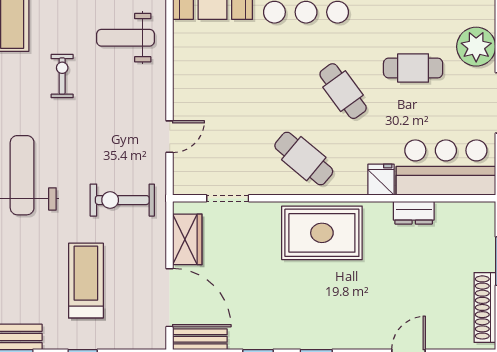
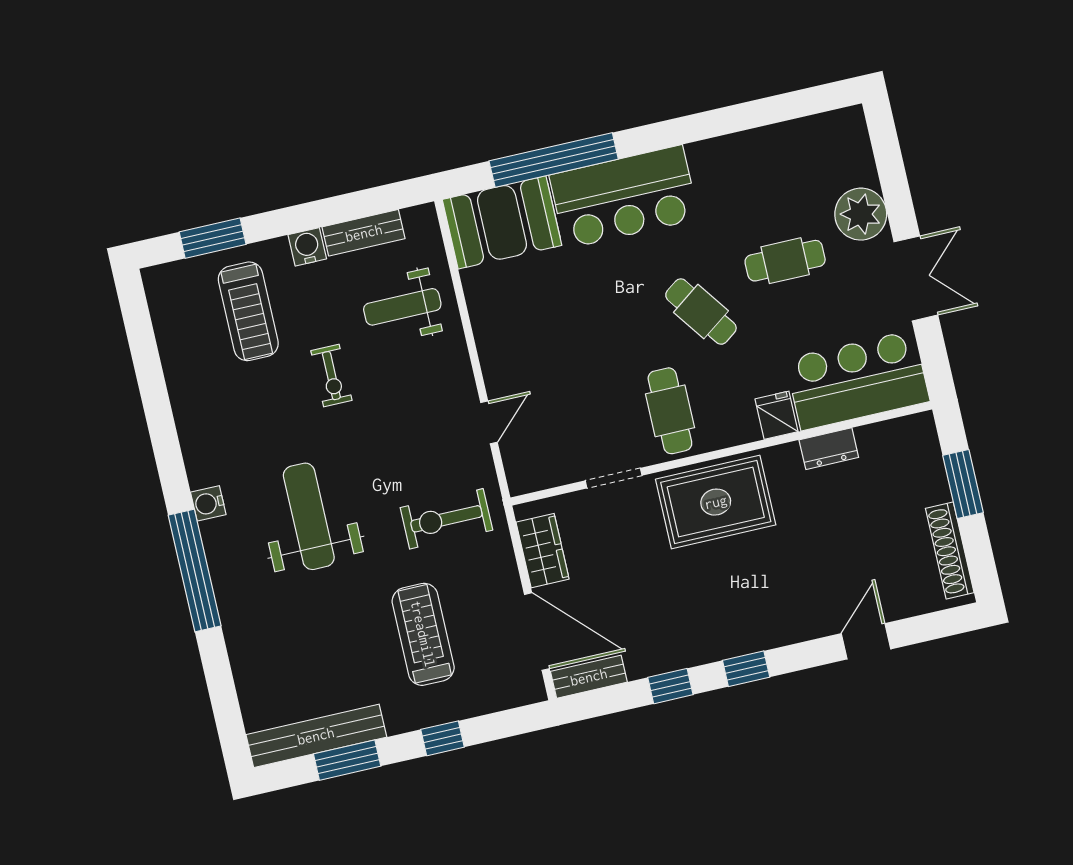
exercise bike: (62, 76) -> (331, 376), turned 180
cafe table: (304, 159) -> (670, 411), turned 50
doorway: (228, 198) -> (614, 478), moved

